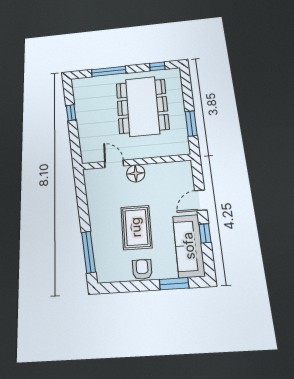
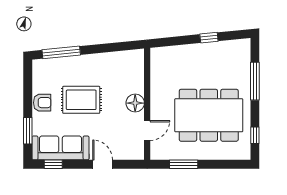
door: (114, 164) -> (147, 130), moved
window: (205, 233) -> (53, 164), moved

